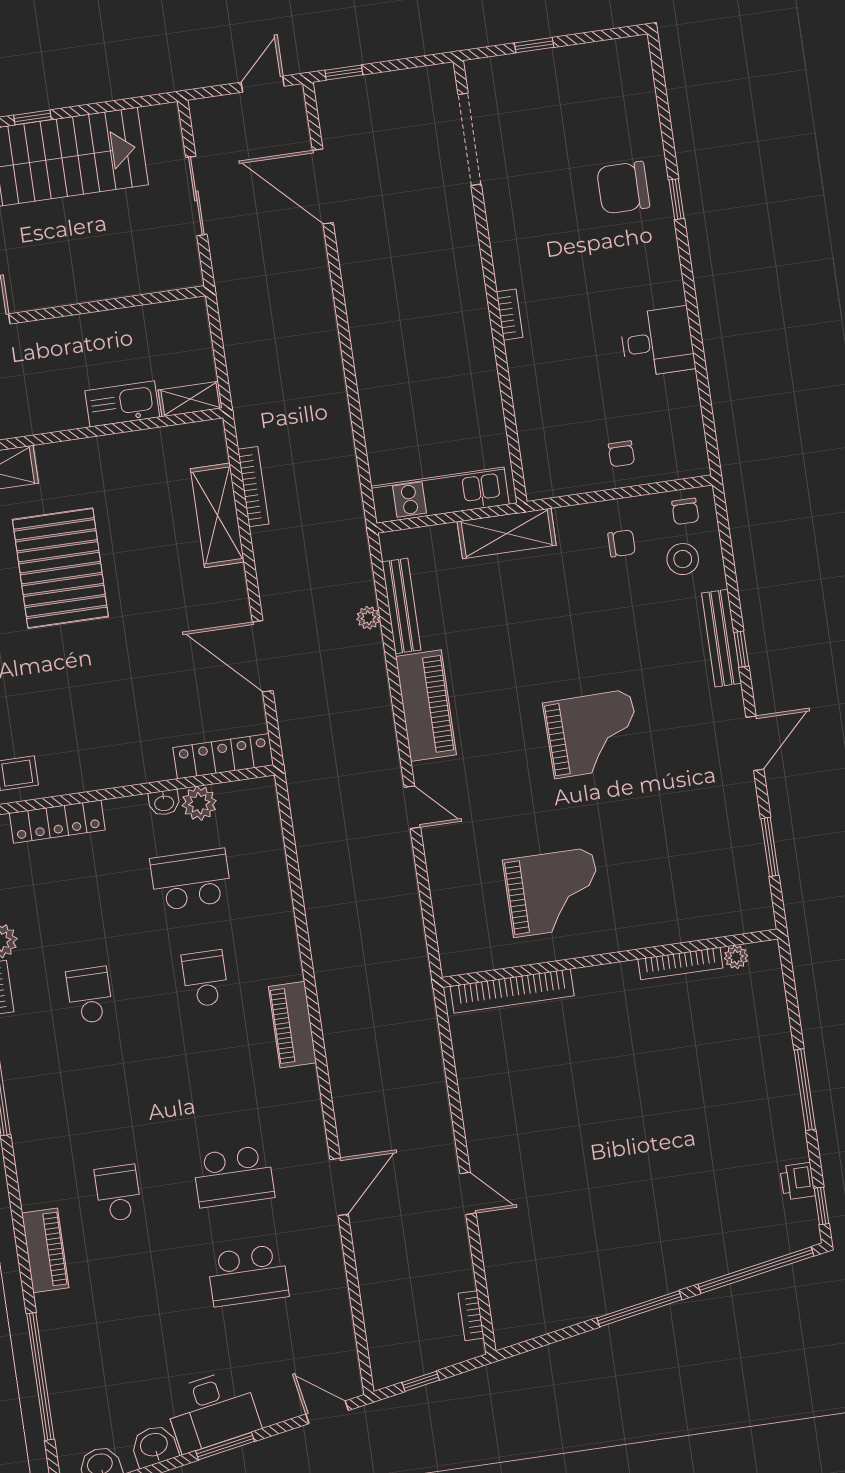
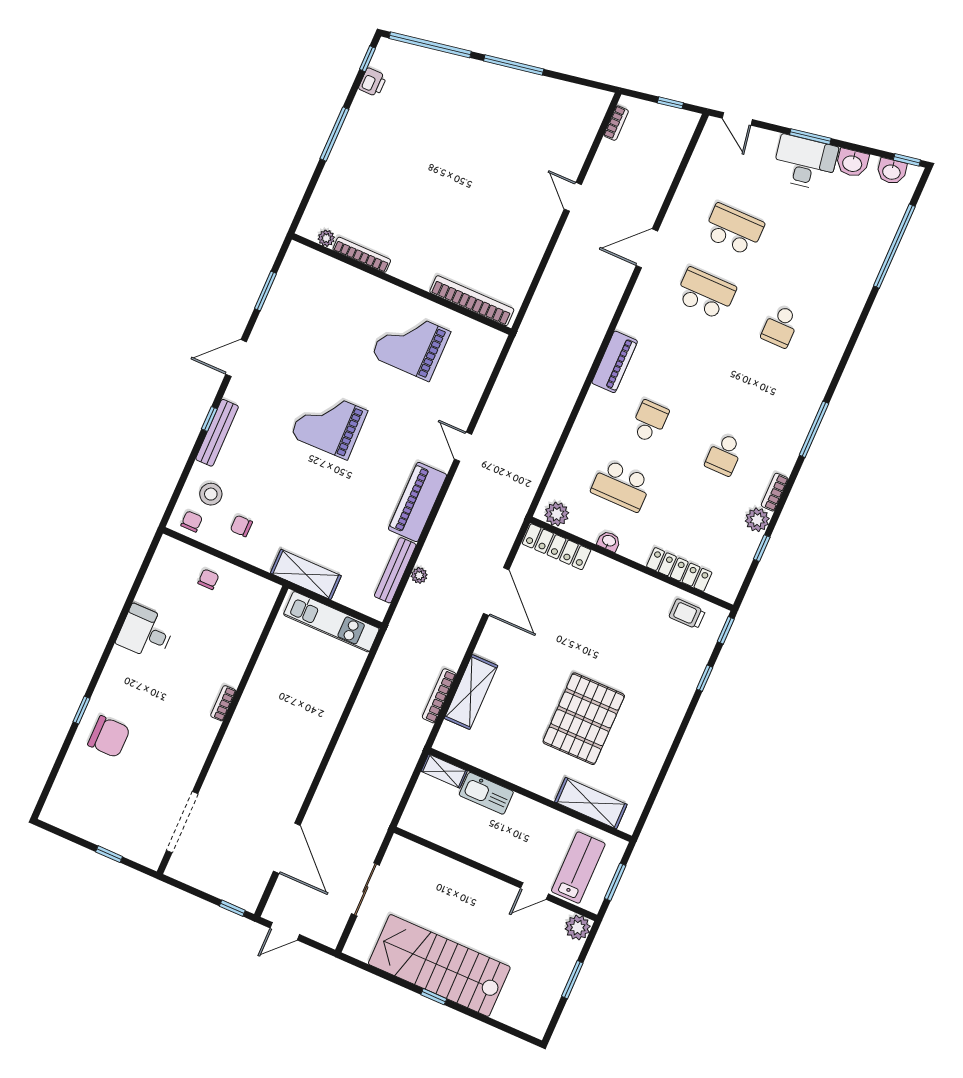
plant: (199, 803) -> (557, 514), moved
school desk: (205, 979) -> (649, 422), turned 180
piano: (45, 1250) -> (845, 319), removed

